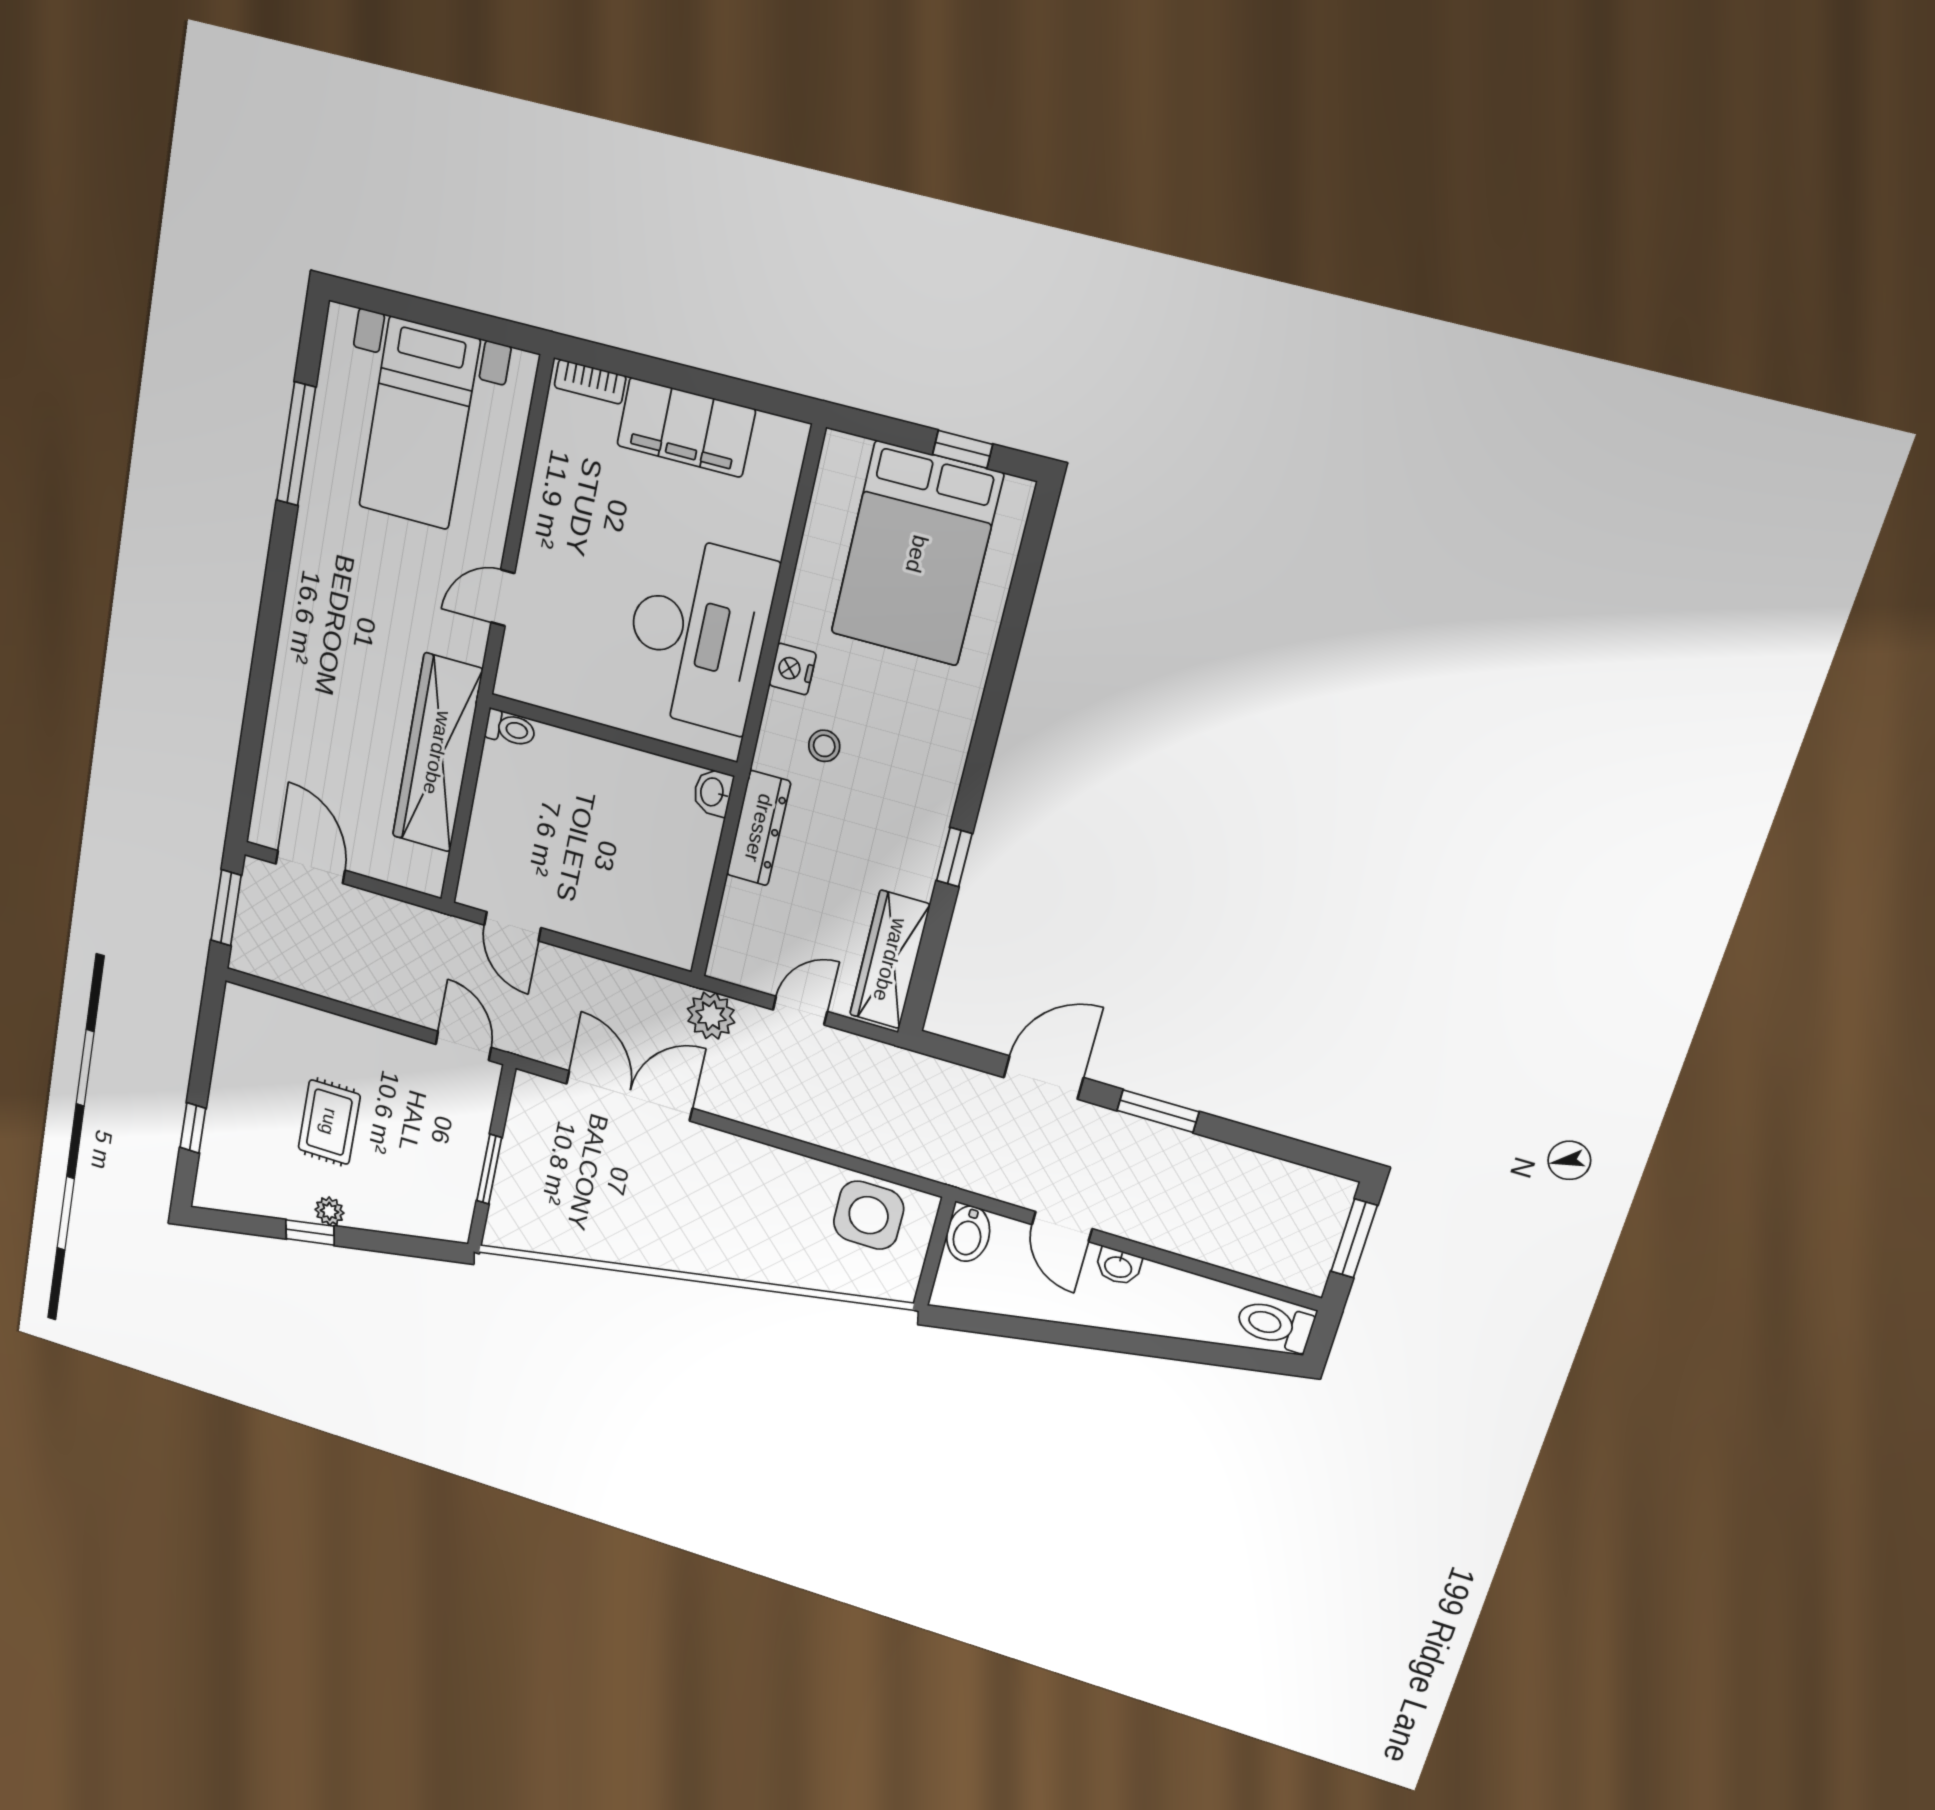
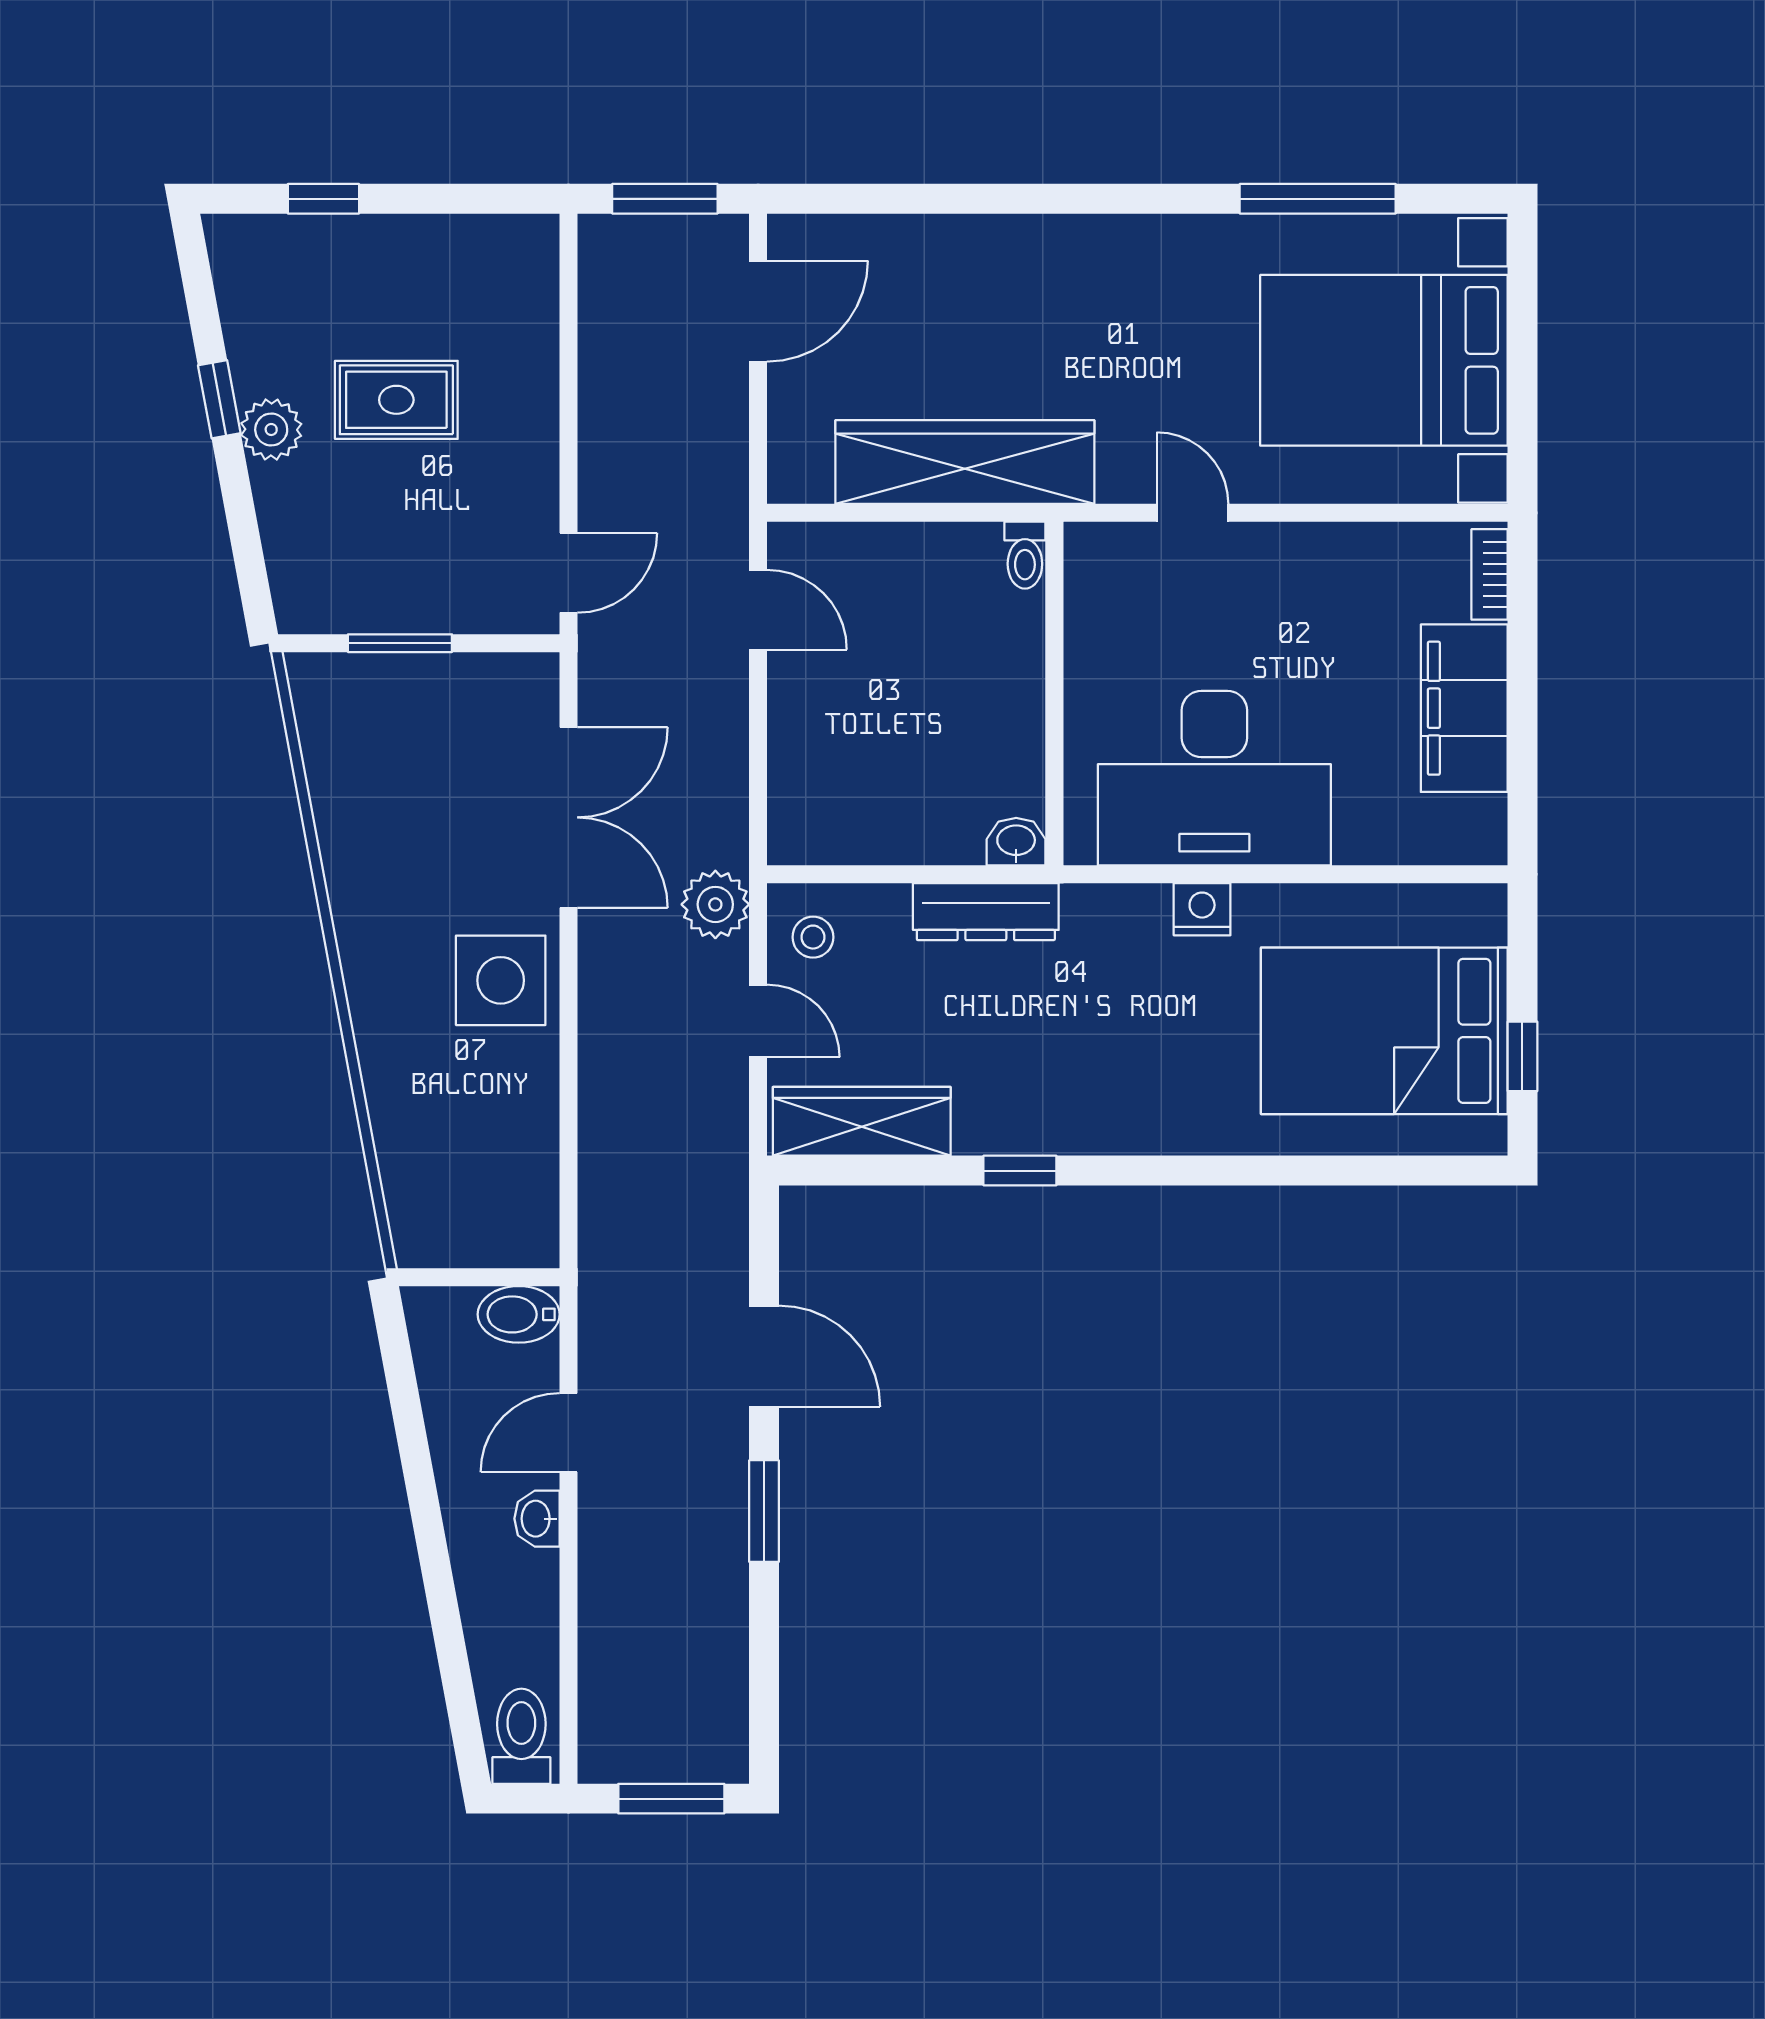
bed with nightstands: (419, 424) -> (1384, 360), width x1.36
stool: (824, 746) -> (813, 937), moved
door: (513, 926) -> (758, 610), swing flipped
plant: (329, 1211) -> (271, 429), width x1.38, depth x1.38
side table: (869, 1215) -> (501, 980), moved

